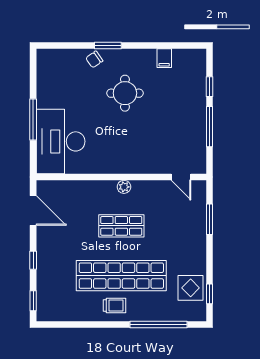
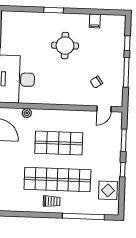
chair: (94, 59) -> (96, 82), moved
door: (181, 177) -> (104, 109), hinge flipped
plant: (124, 187) -> (27, 113), moved
shop shelf: (121, 226) -> (59, 143), width x1.43, depth x1.36
window: (210, 294) -> (123, 170), moved

